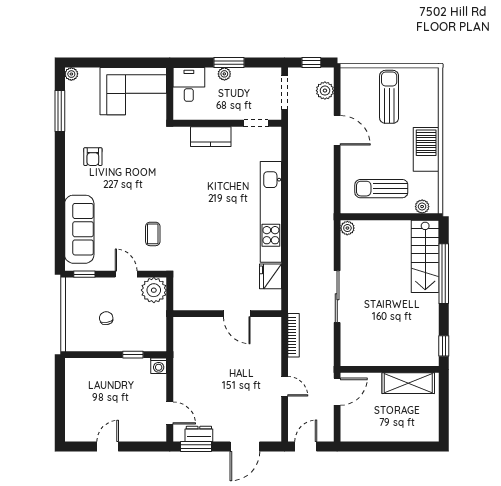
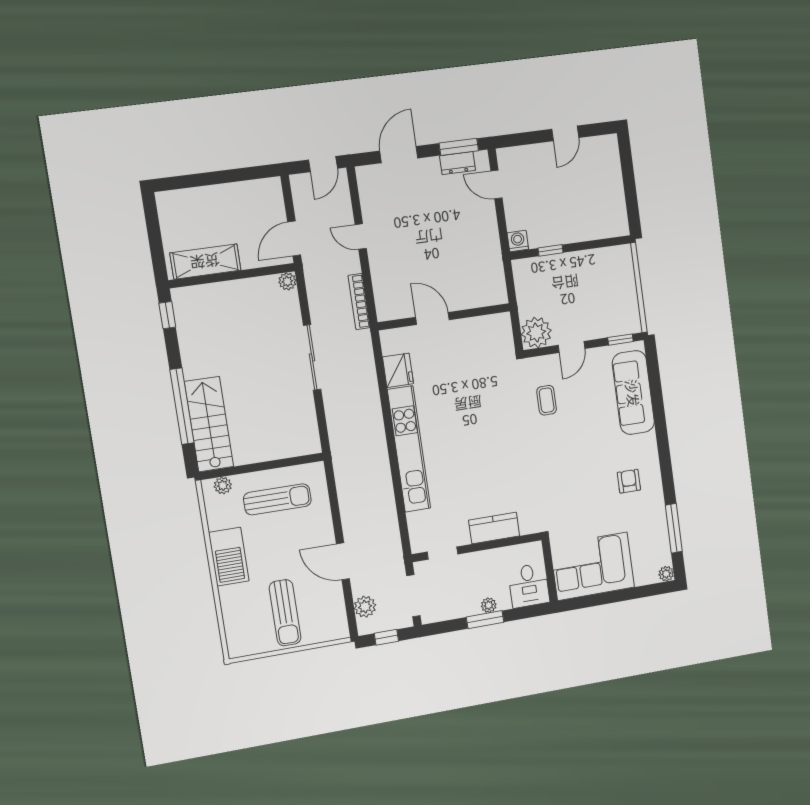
plant: (347, 228) -> (287, 281), moved
door: (126, 274) -> (572, 347), hinge flipped
chair: (106, 318) -> (588, 290), removed

